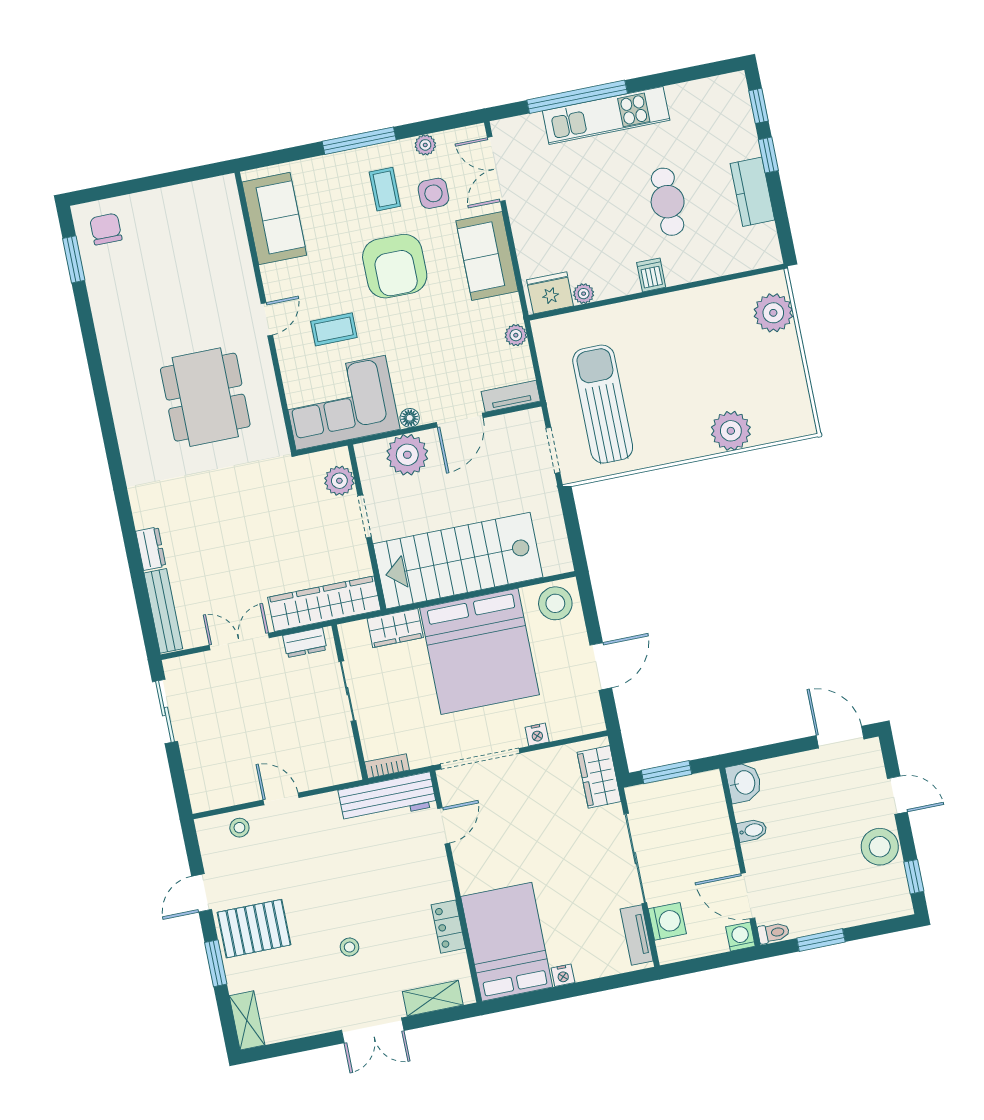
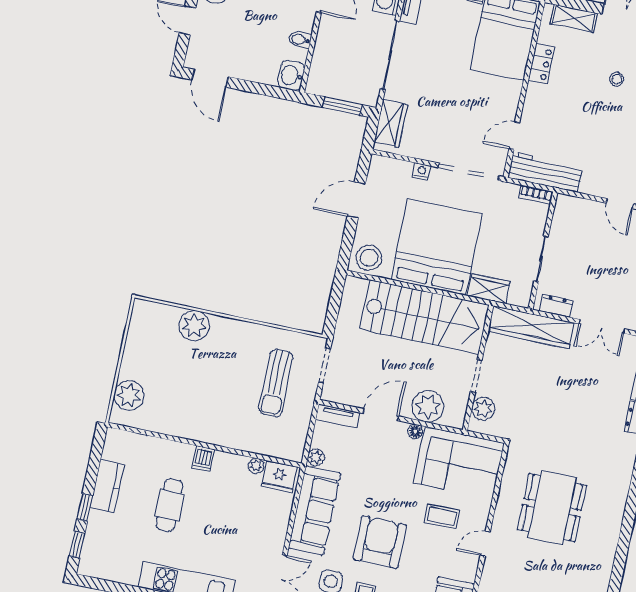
sofa: (487, 256) -> (315, 511), width x1.36
sun lounger: (603, 404) -> (276, 383), width x0.73, depth x0.75

